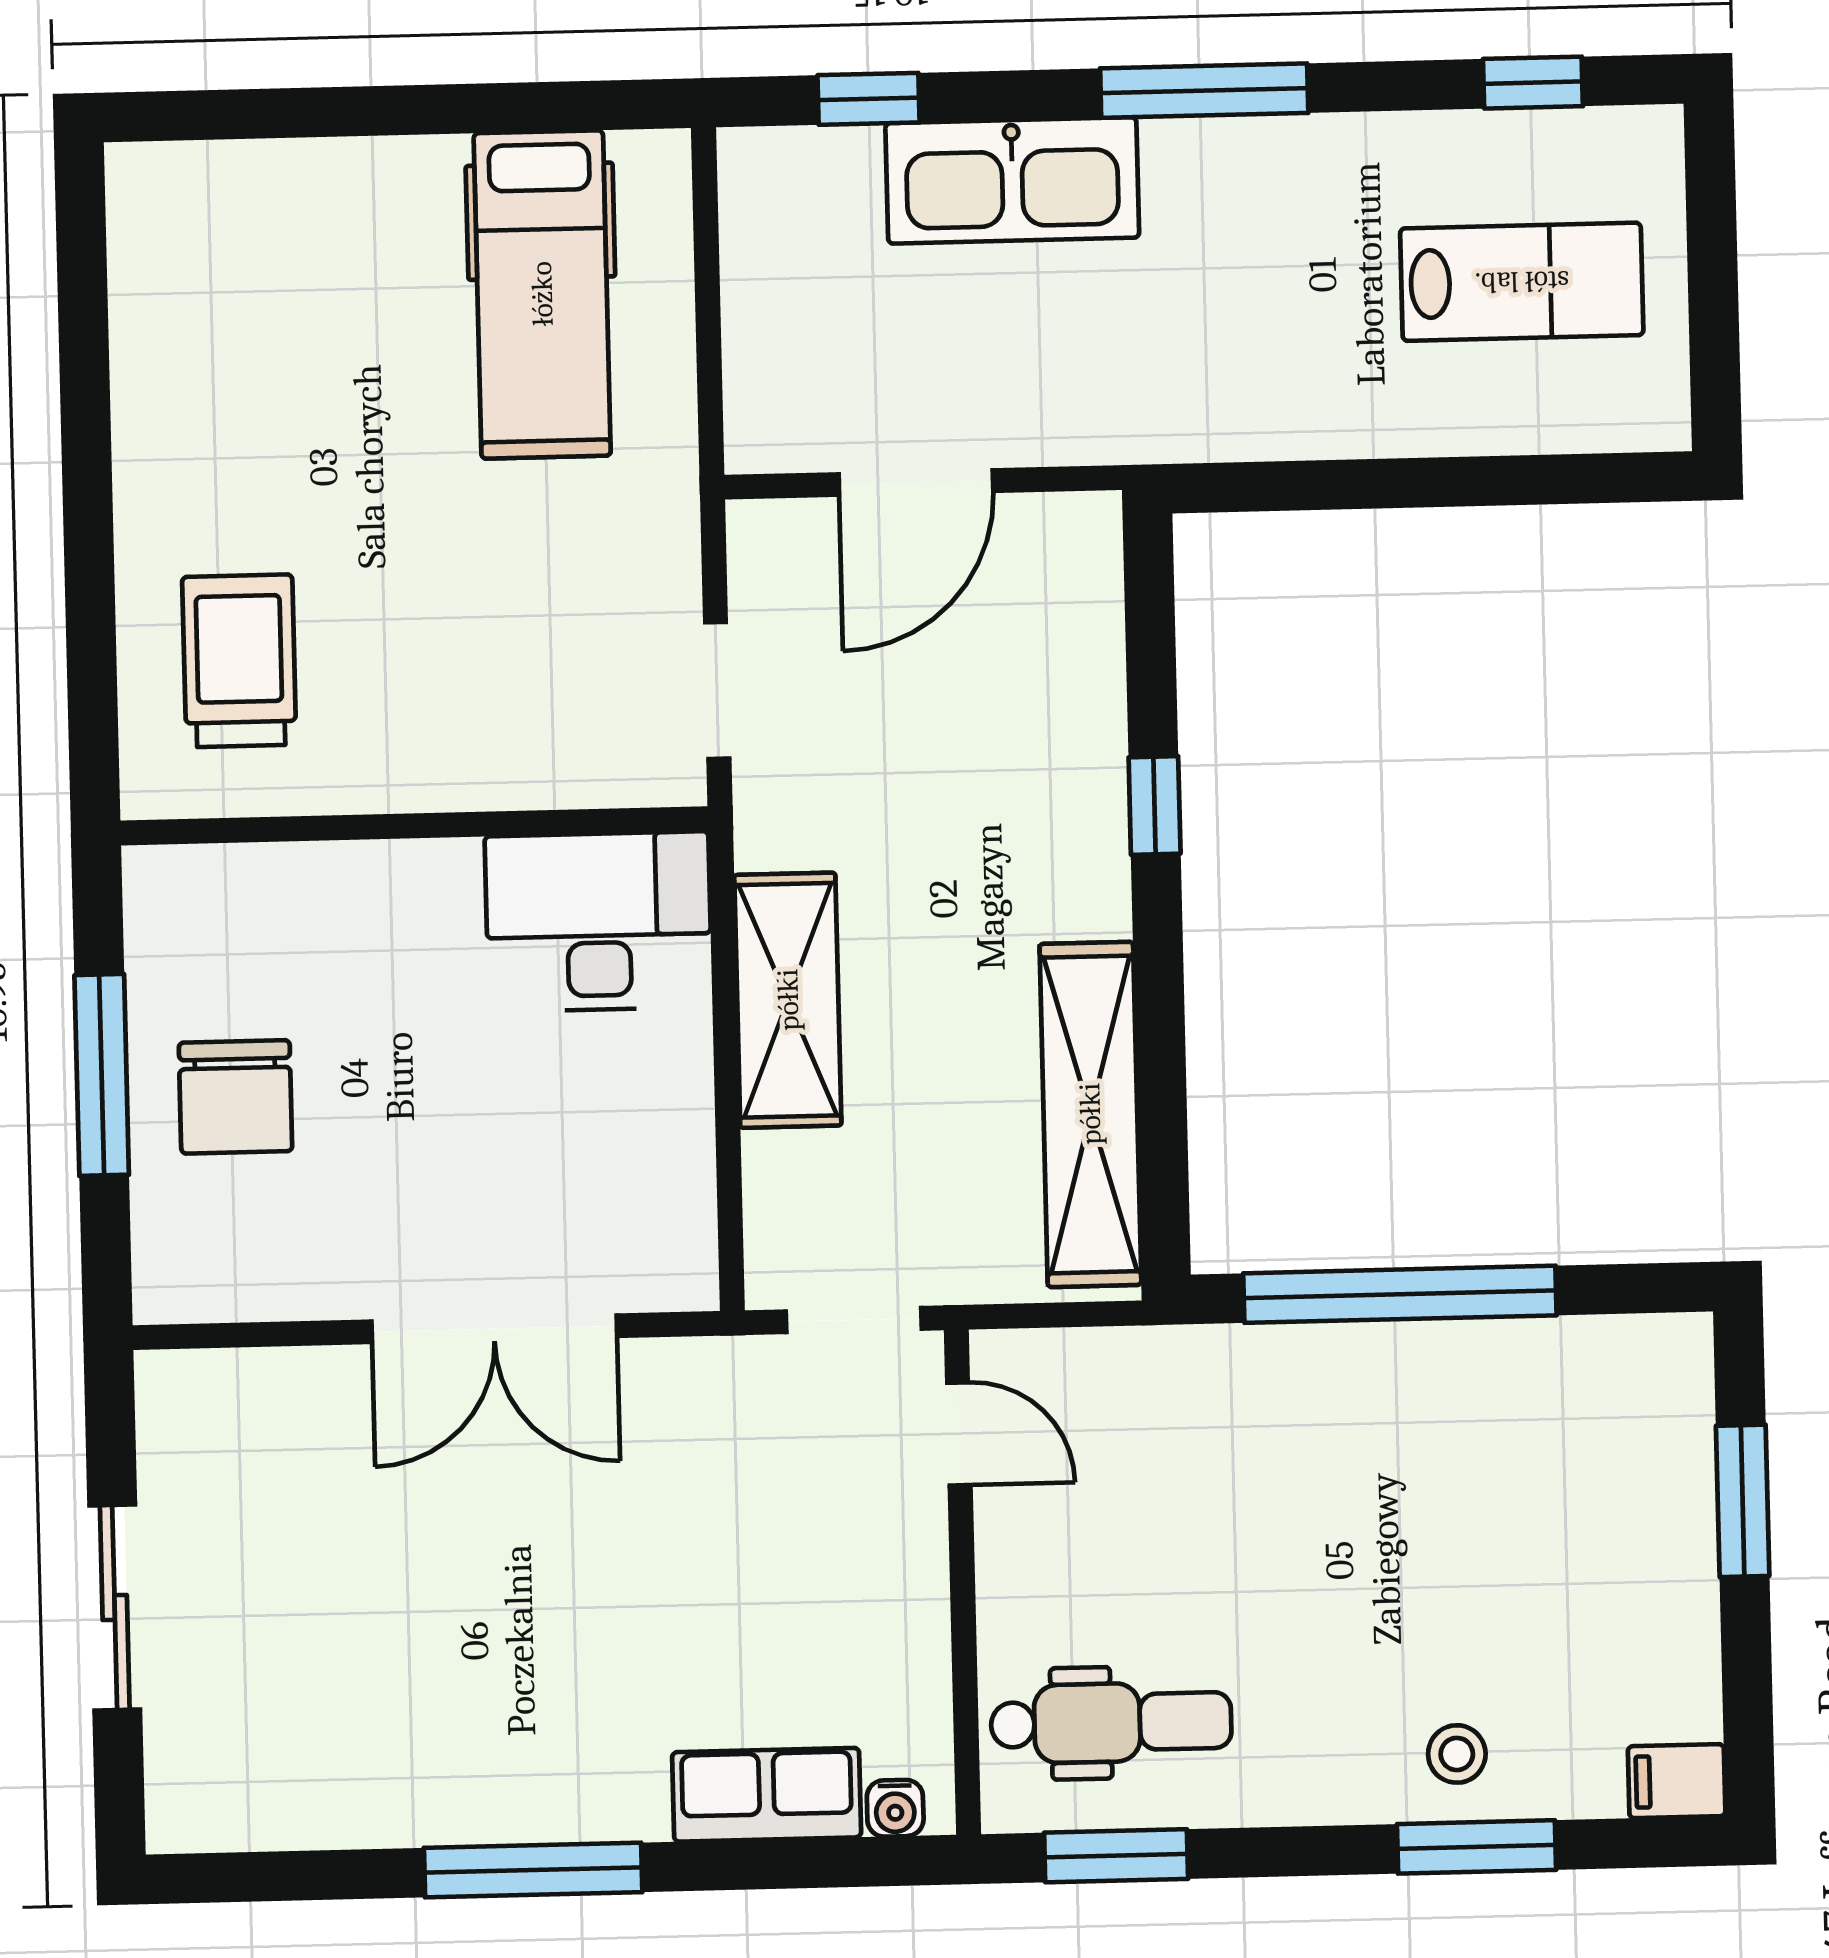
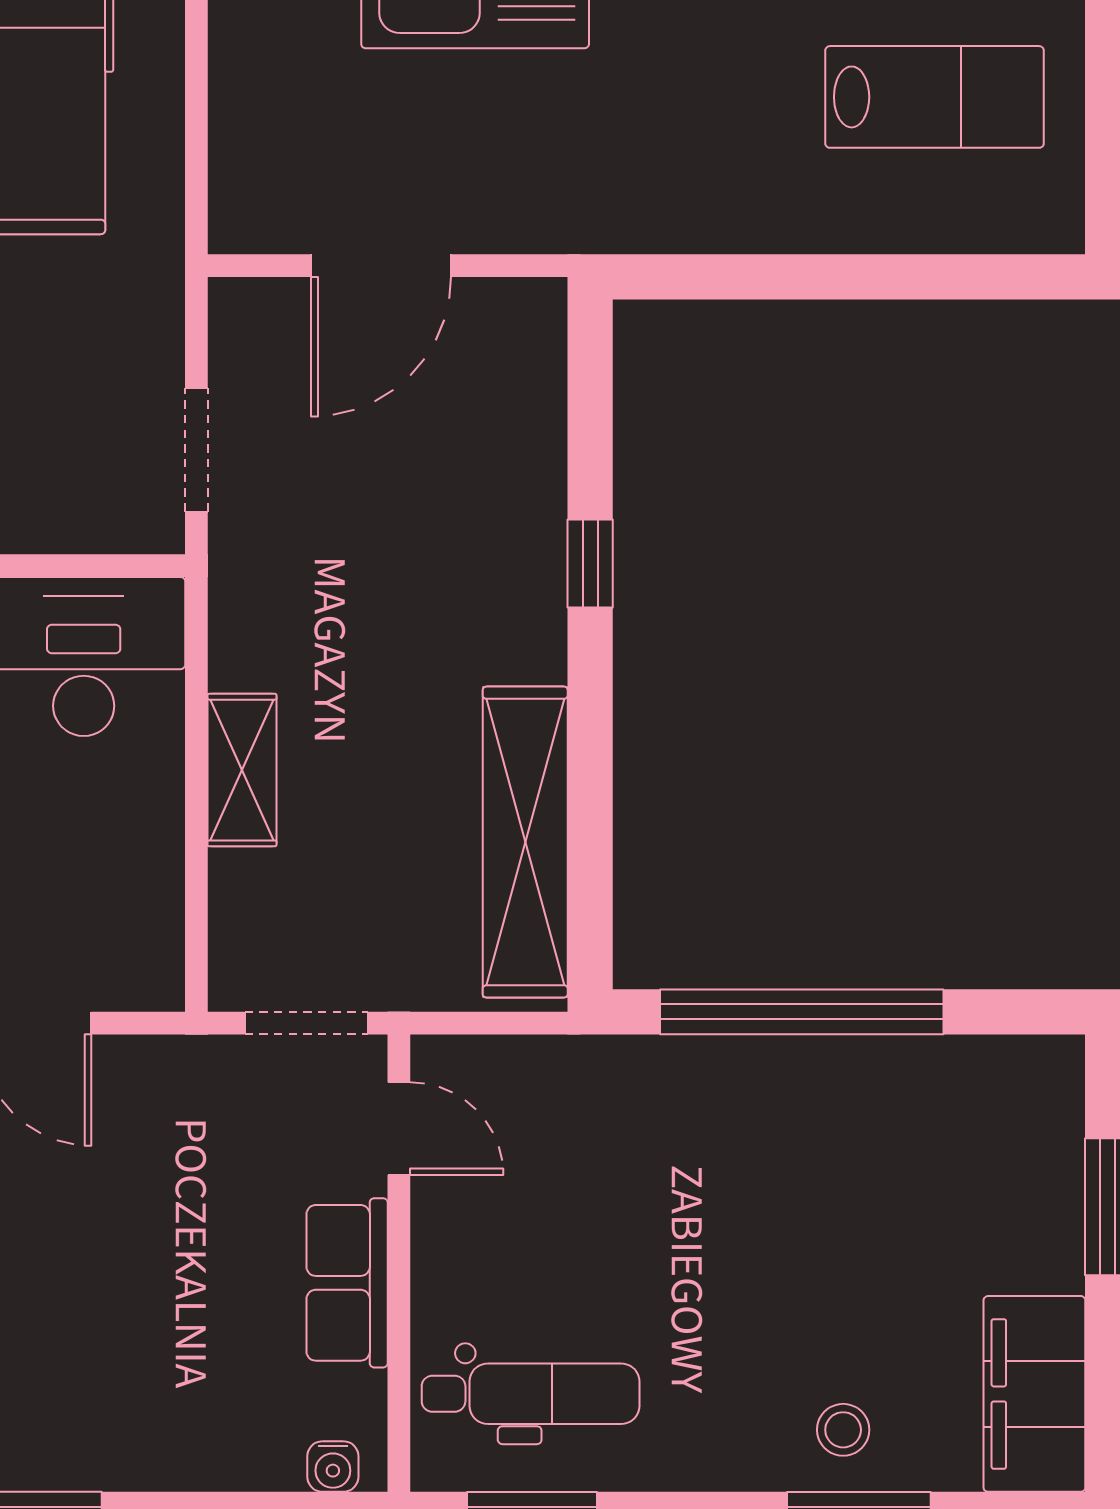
shelving: (788, 1000) -> (242, 770), width x0.67, depth x0.75
filing cabinet: (1677, 1781) -> (1034, 1394), width x3.00, depth x1.17
row of seats: (767, 1795) -> (347, 1283), moved, turned -90

